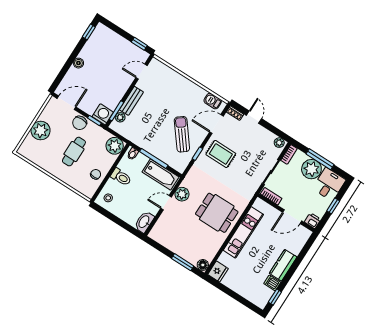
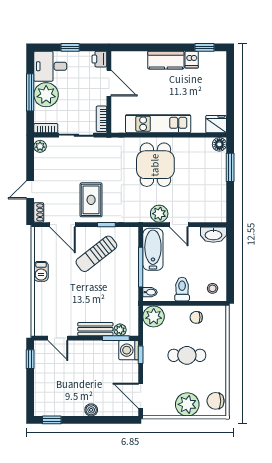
barbecue: (213, 101) -> (41, 271), moved
chair: (80, 123) -> (216, 401), moved, turned 180

